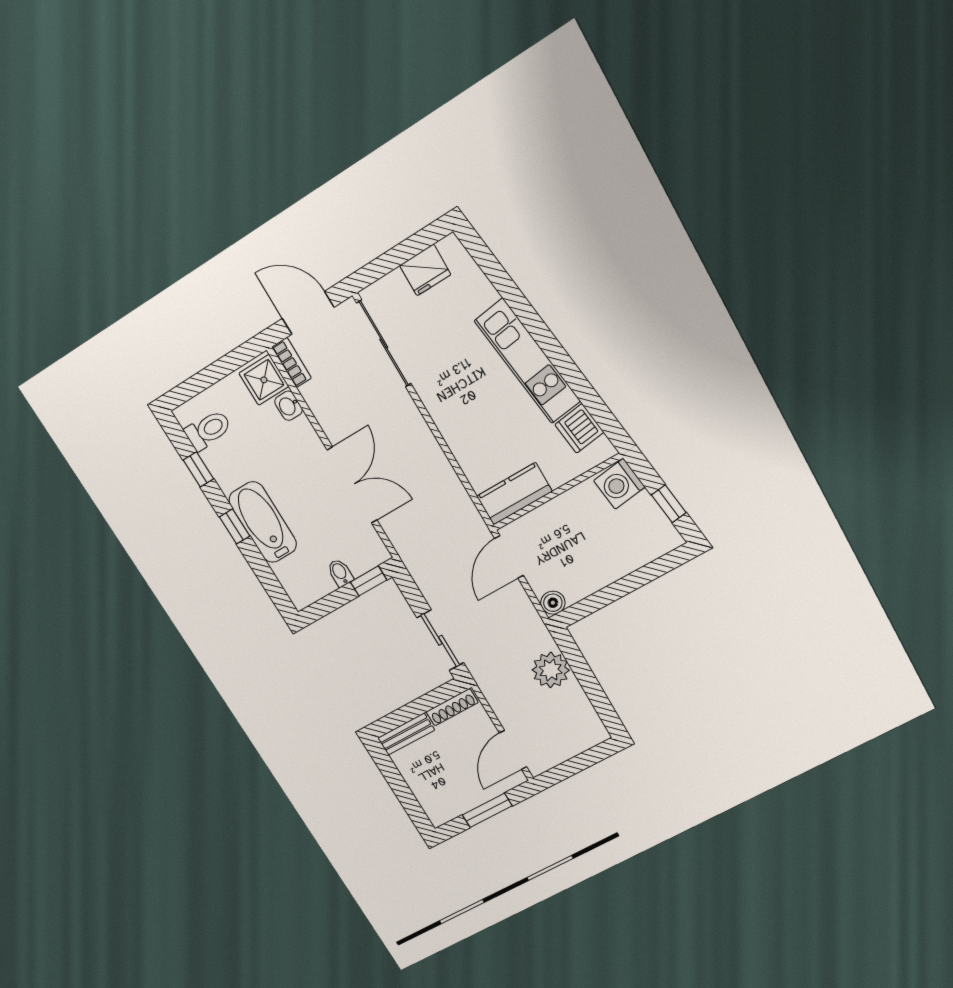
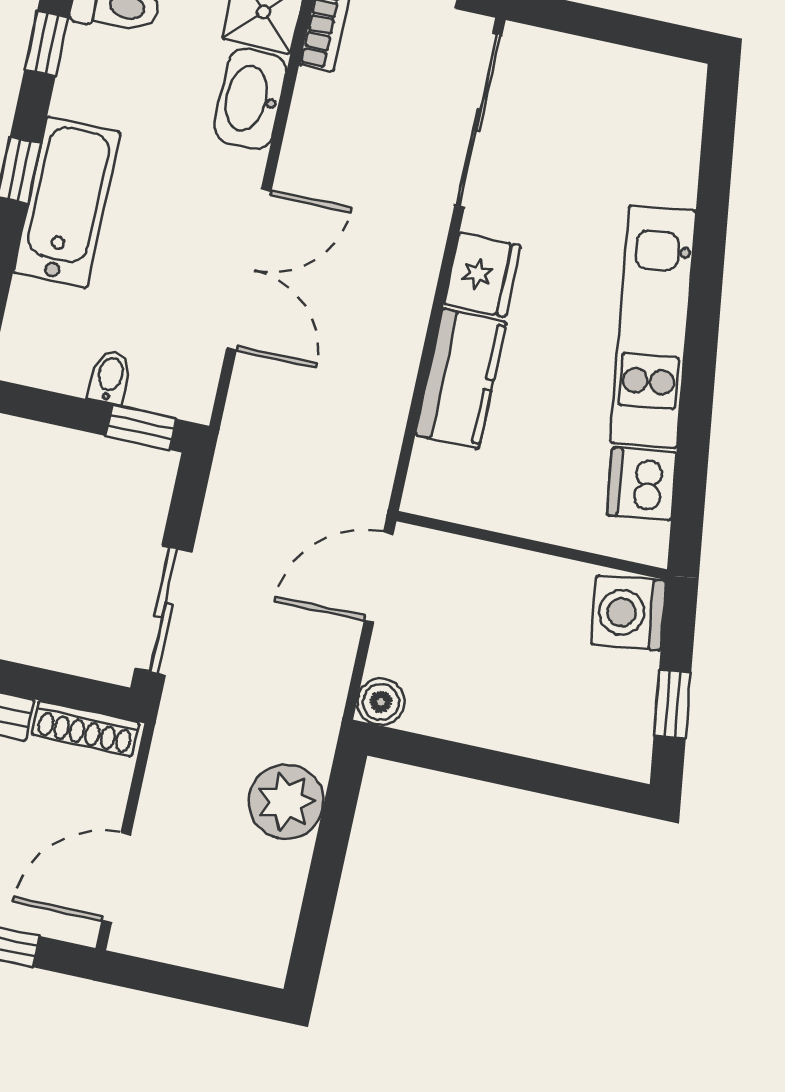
fridge: (425, 270) -> (482, 275), moved, turned -90
washbasin: (289, 406) -> (250, 99), width x1.91, depth x1.45
kitchen counter: (514, 494) -> (461, 378), moved, turned 90

